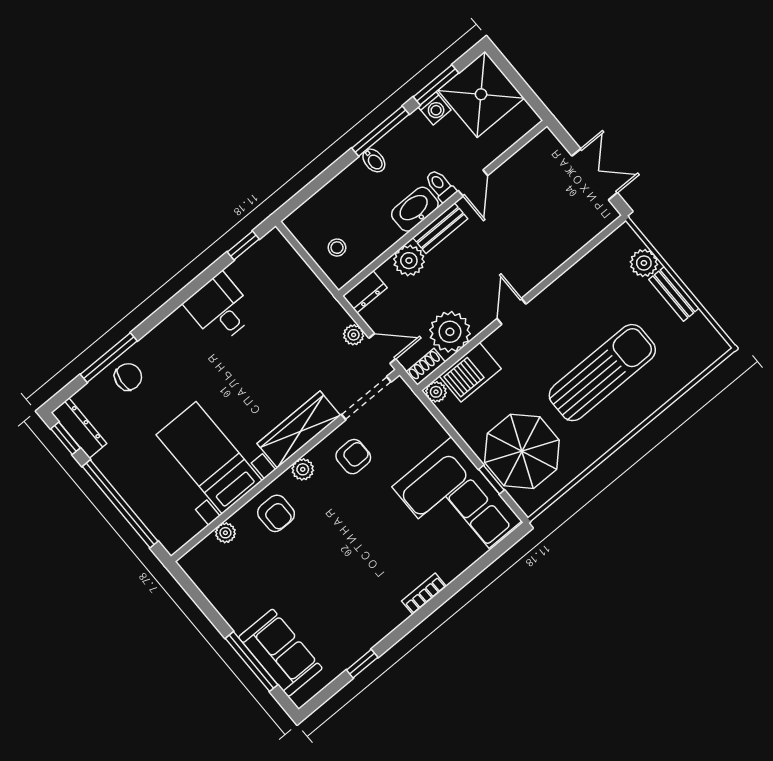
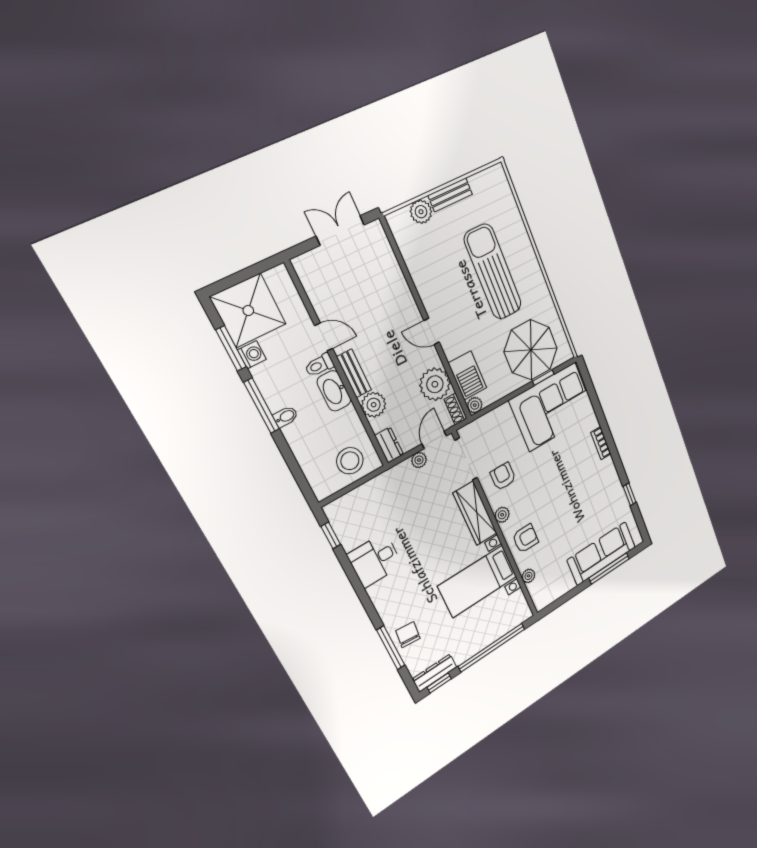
stool: (337, 248) -> (350, 461), width x1.89, depth x1.89
sofa: (280, 653) -> (601, 554), width x1.36

